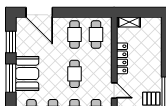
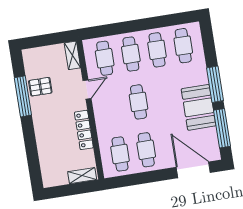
window: (11, 42) -> (222, 128), width x1.44
booth: (27, 74) -> (199, 107), moved
door: (114, 90) -> (87, 89), swing flipped

